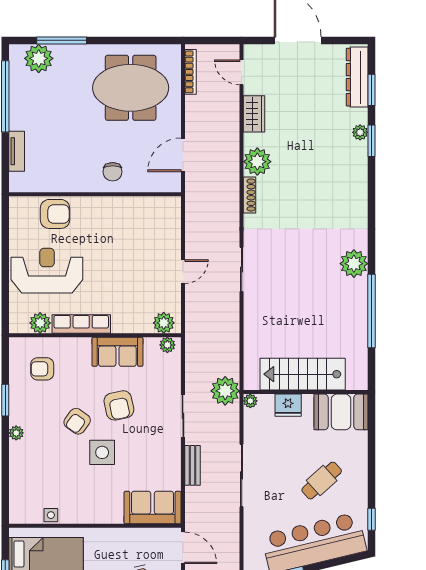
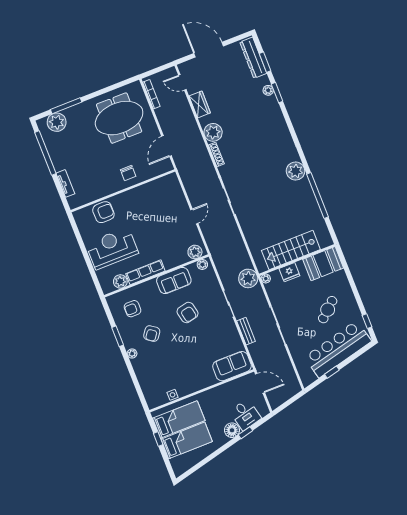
armchair: (77, 421) -> (152, 334), moved
side table: (102, 452) -> (189, 345), removed

